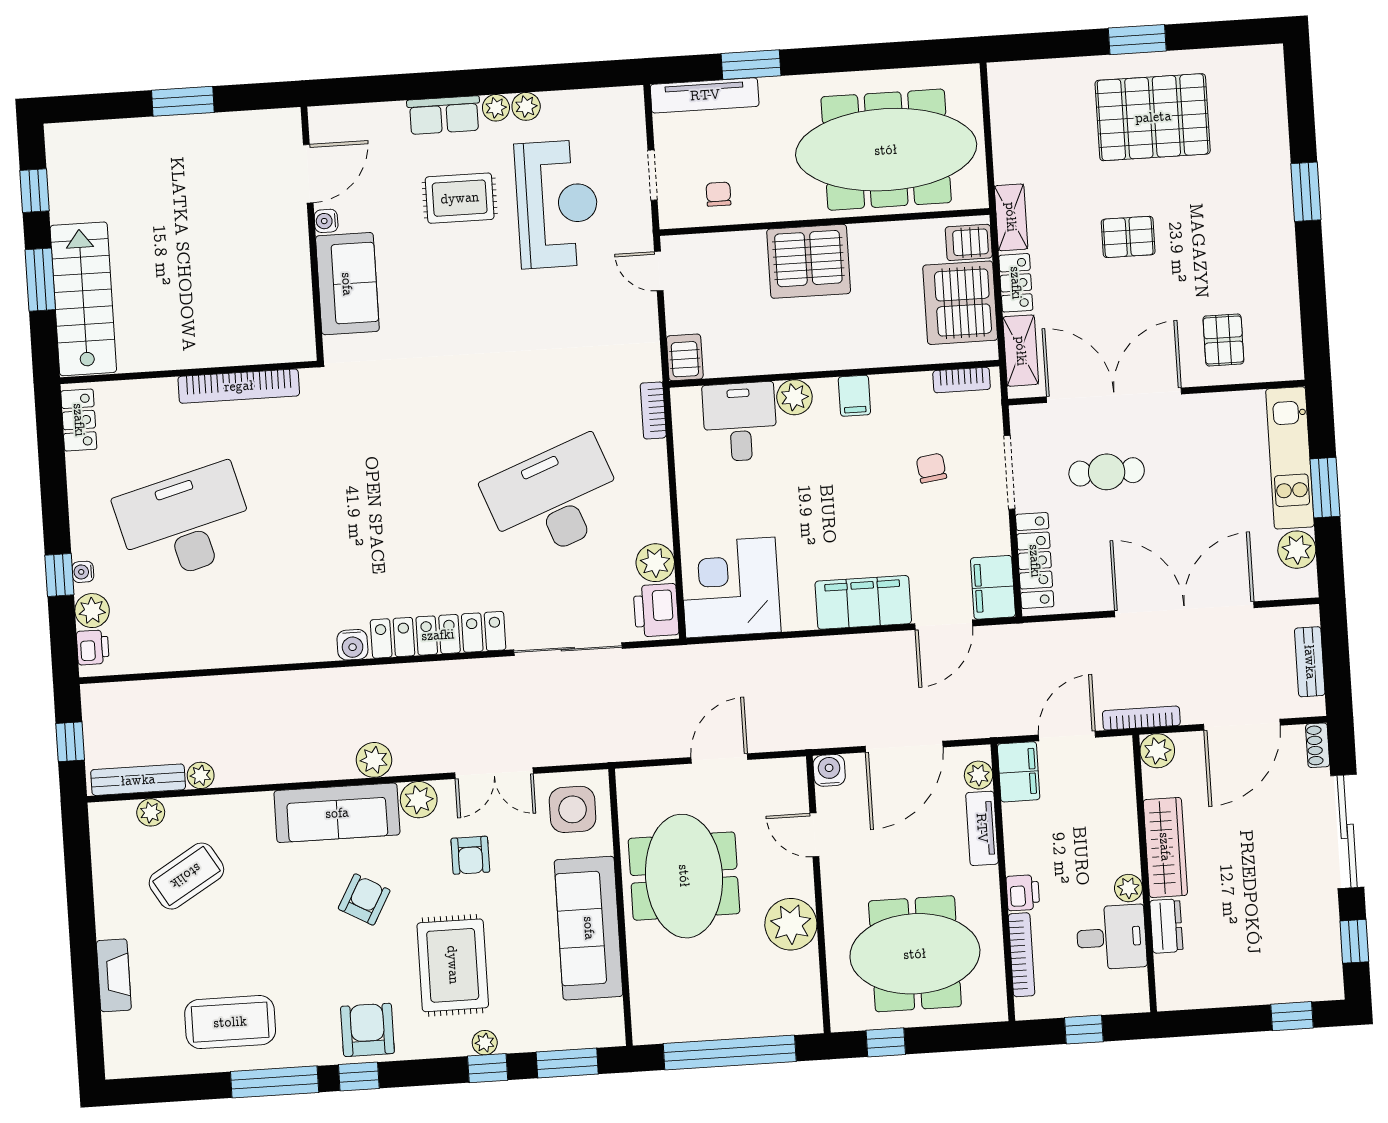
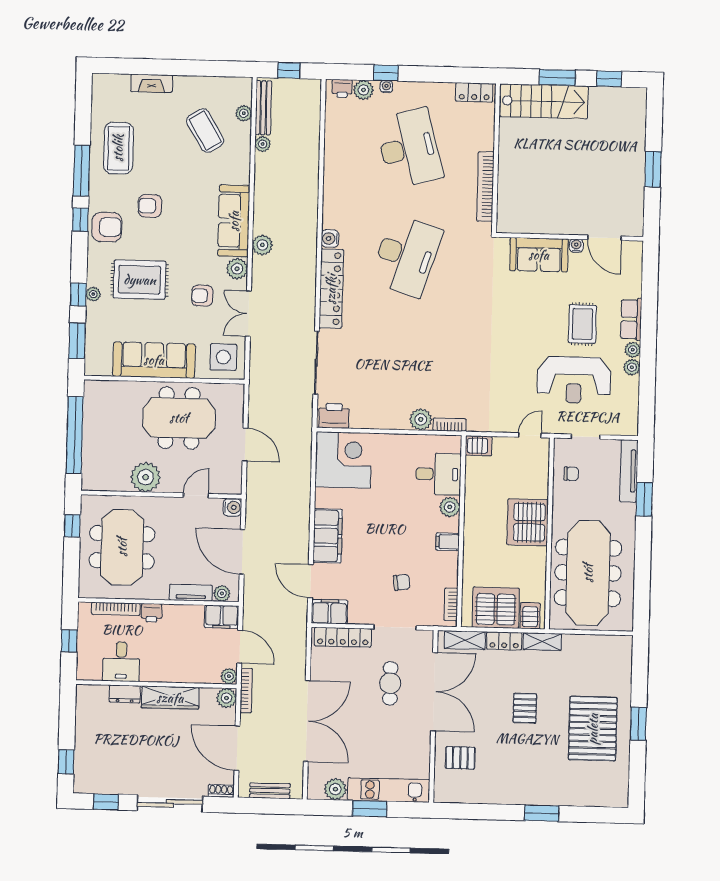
desk: (554, 499) -> (406, 256), moved, turned 39
plant: (655, 563) -> (421, 419), moved
plant: (1128, 888) -> (229, 676), moved
armchair: (364, 899) -> (150, 206), moved, turned 151

